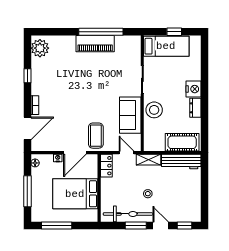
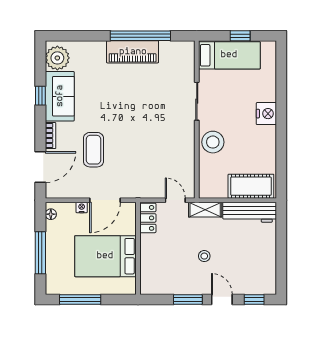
dresser: (195, 108) -> (269, 139), removed
sofa: (130, 115) -> (60, 96), moved, turned 180
coffee table: (96, 136) -> (93, 150), moved
bicycle: (128, 214) -> (177, 284), removed

